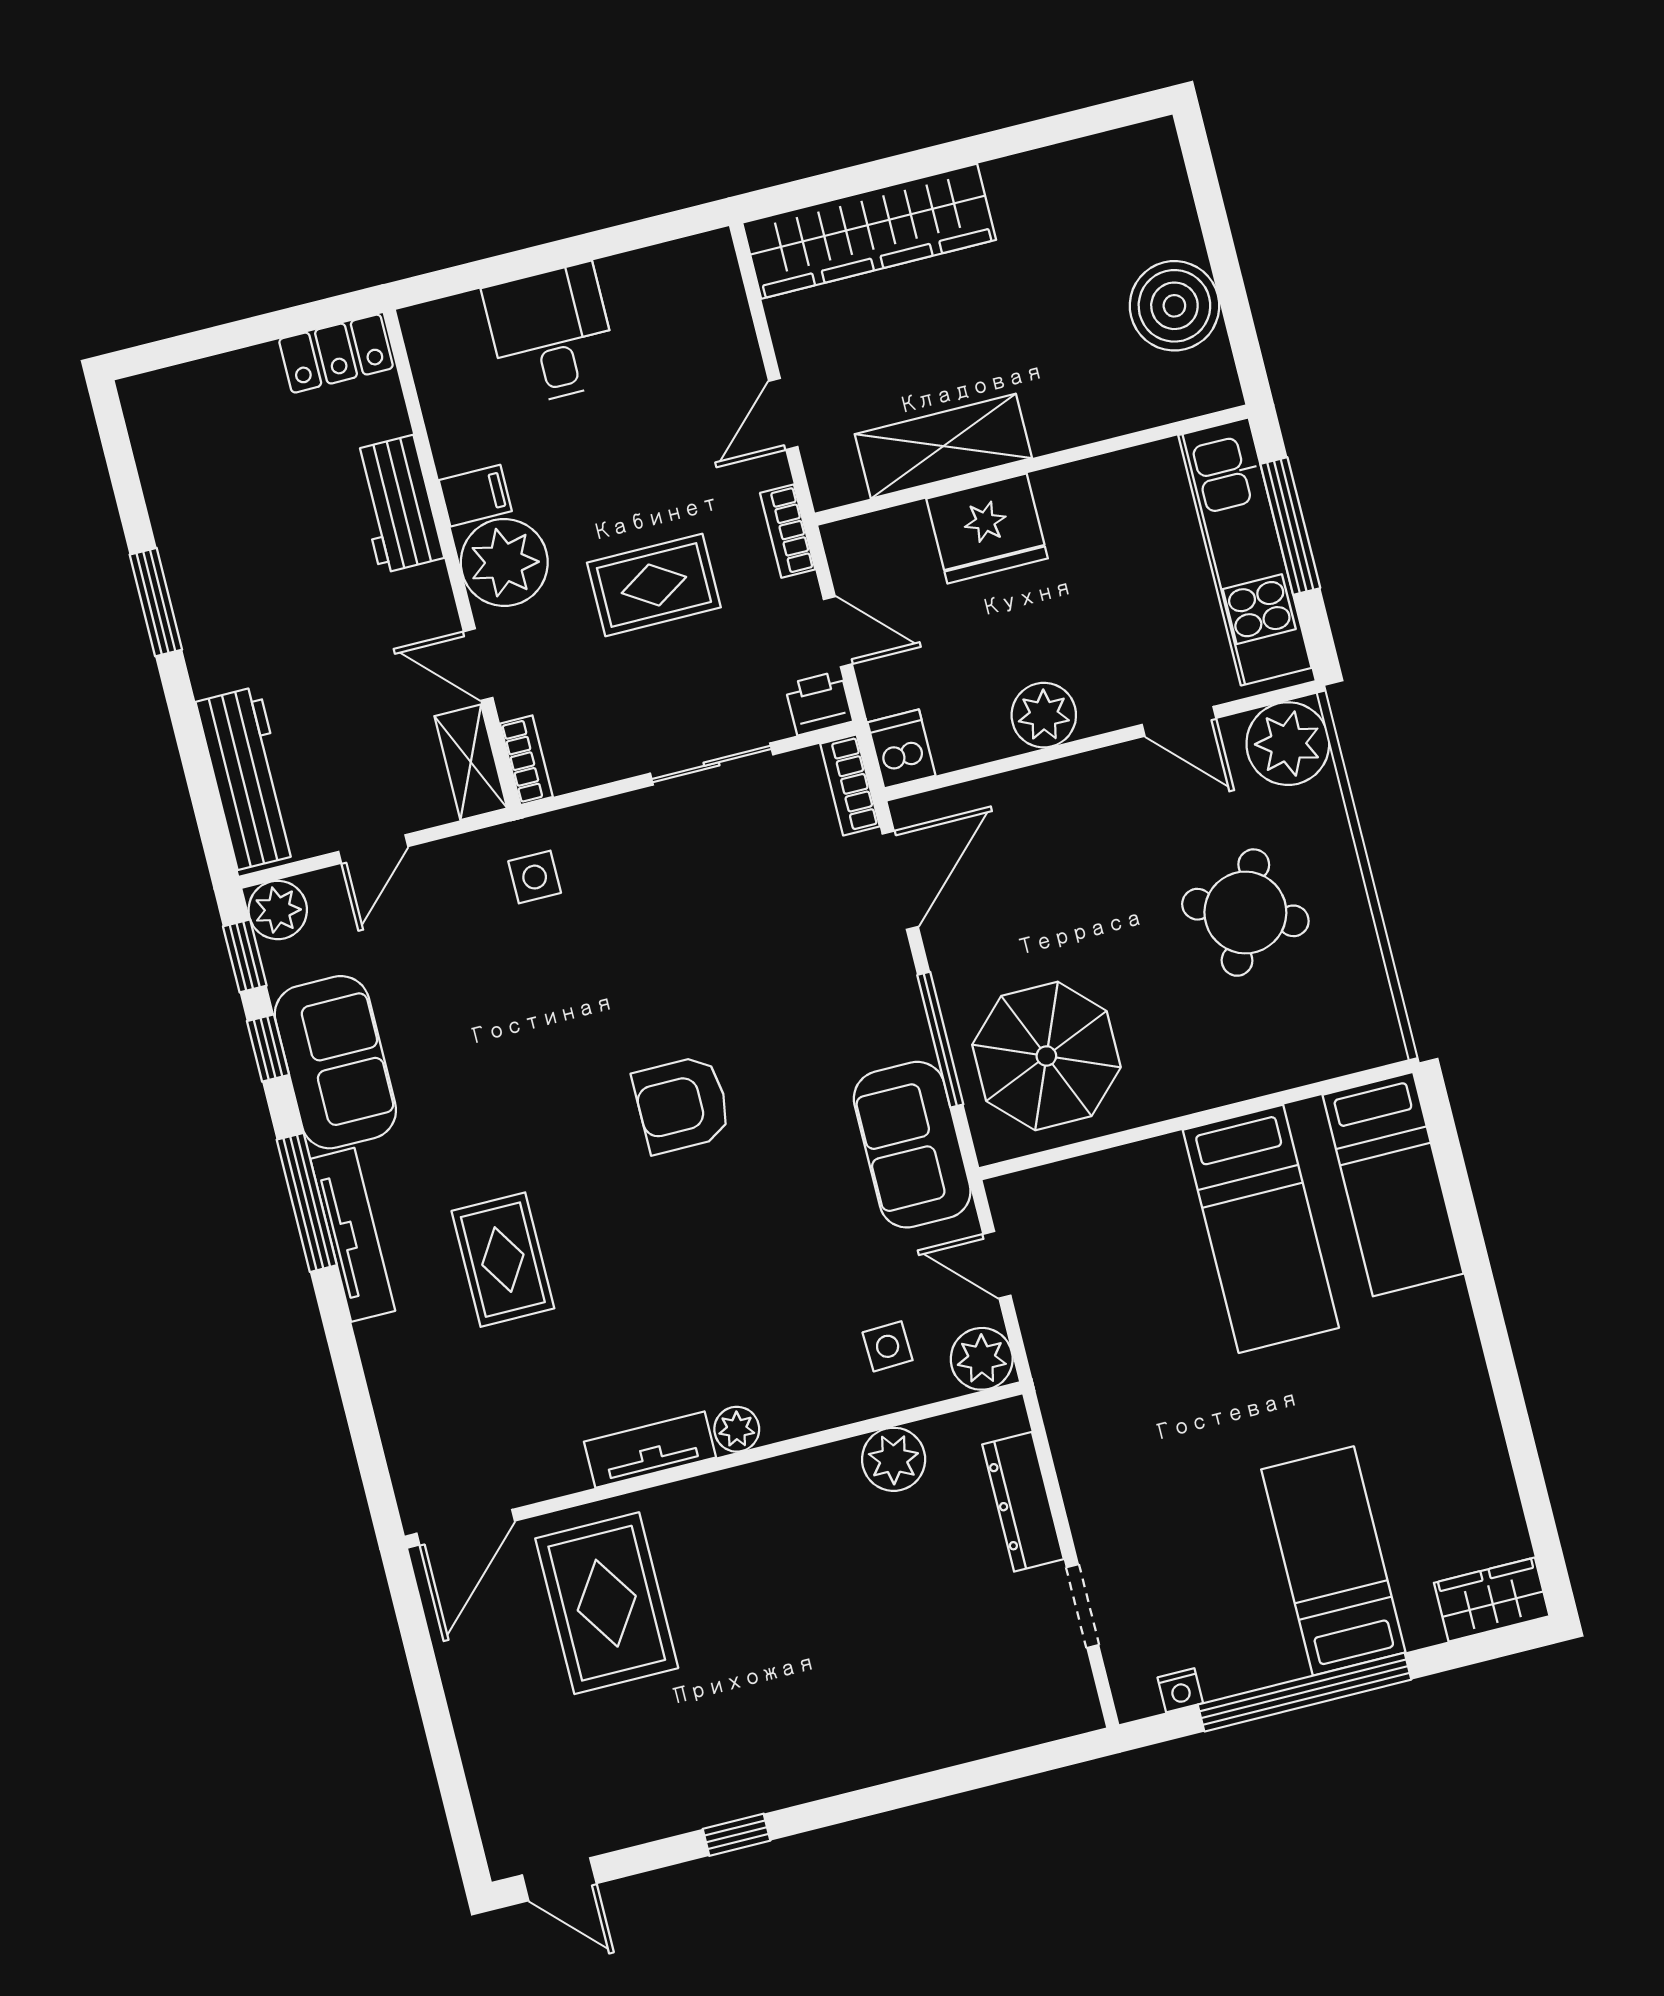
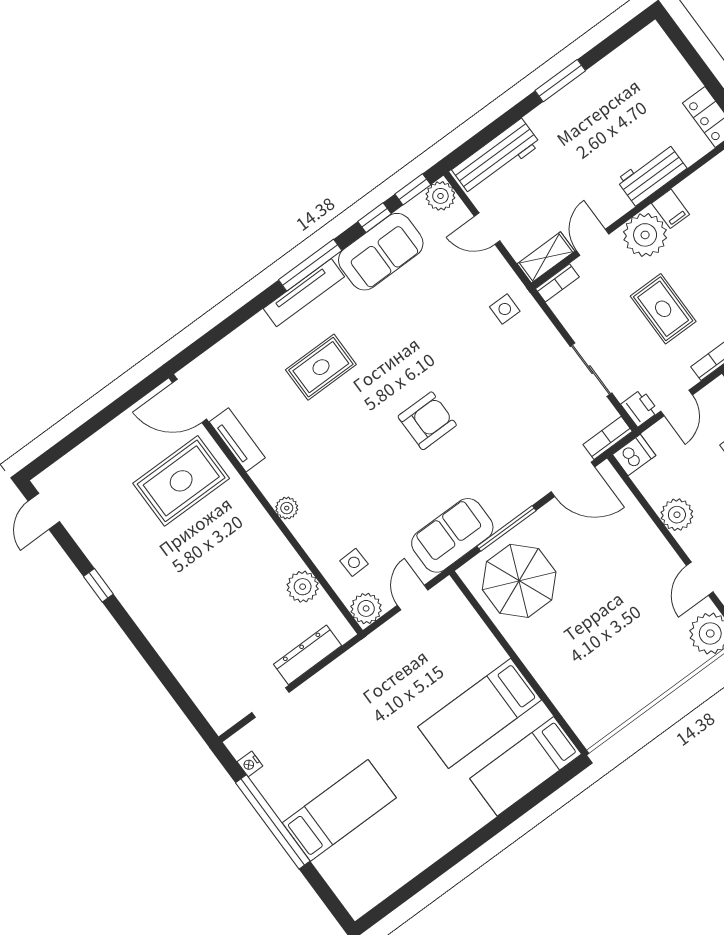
round table: (1245, 913) -> (624, 646), removed
armchair: (682, 1104) -> (427, 421), turned 90
tv unit: (650, 1450) -> (237, 440), moved
wardrobe: (1492, 1599) -> (351, 891), removed

